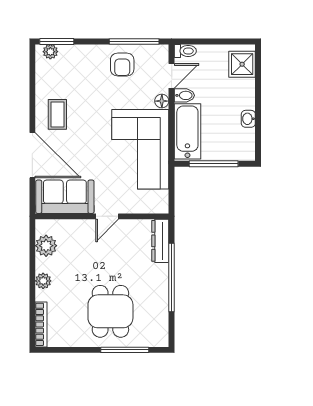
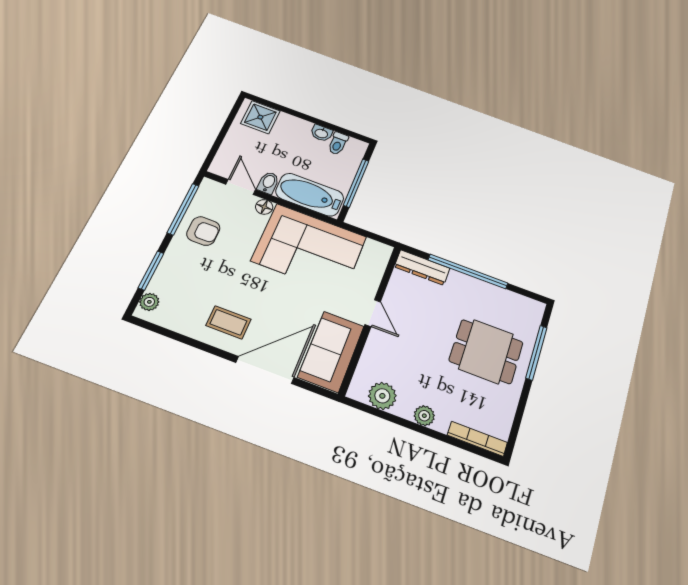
window: (57, 41) -> (151, 270), moved
toilet: (185, 51) -> (338, 143), moved, turned 180

